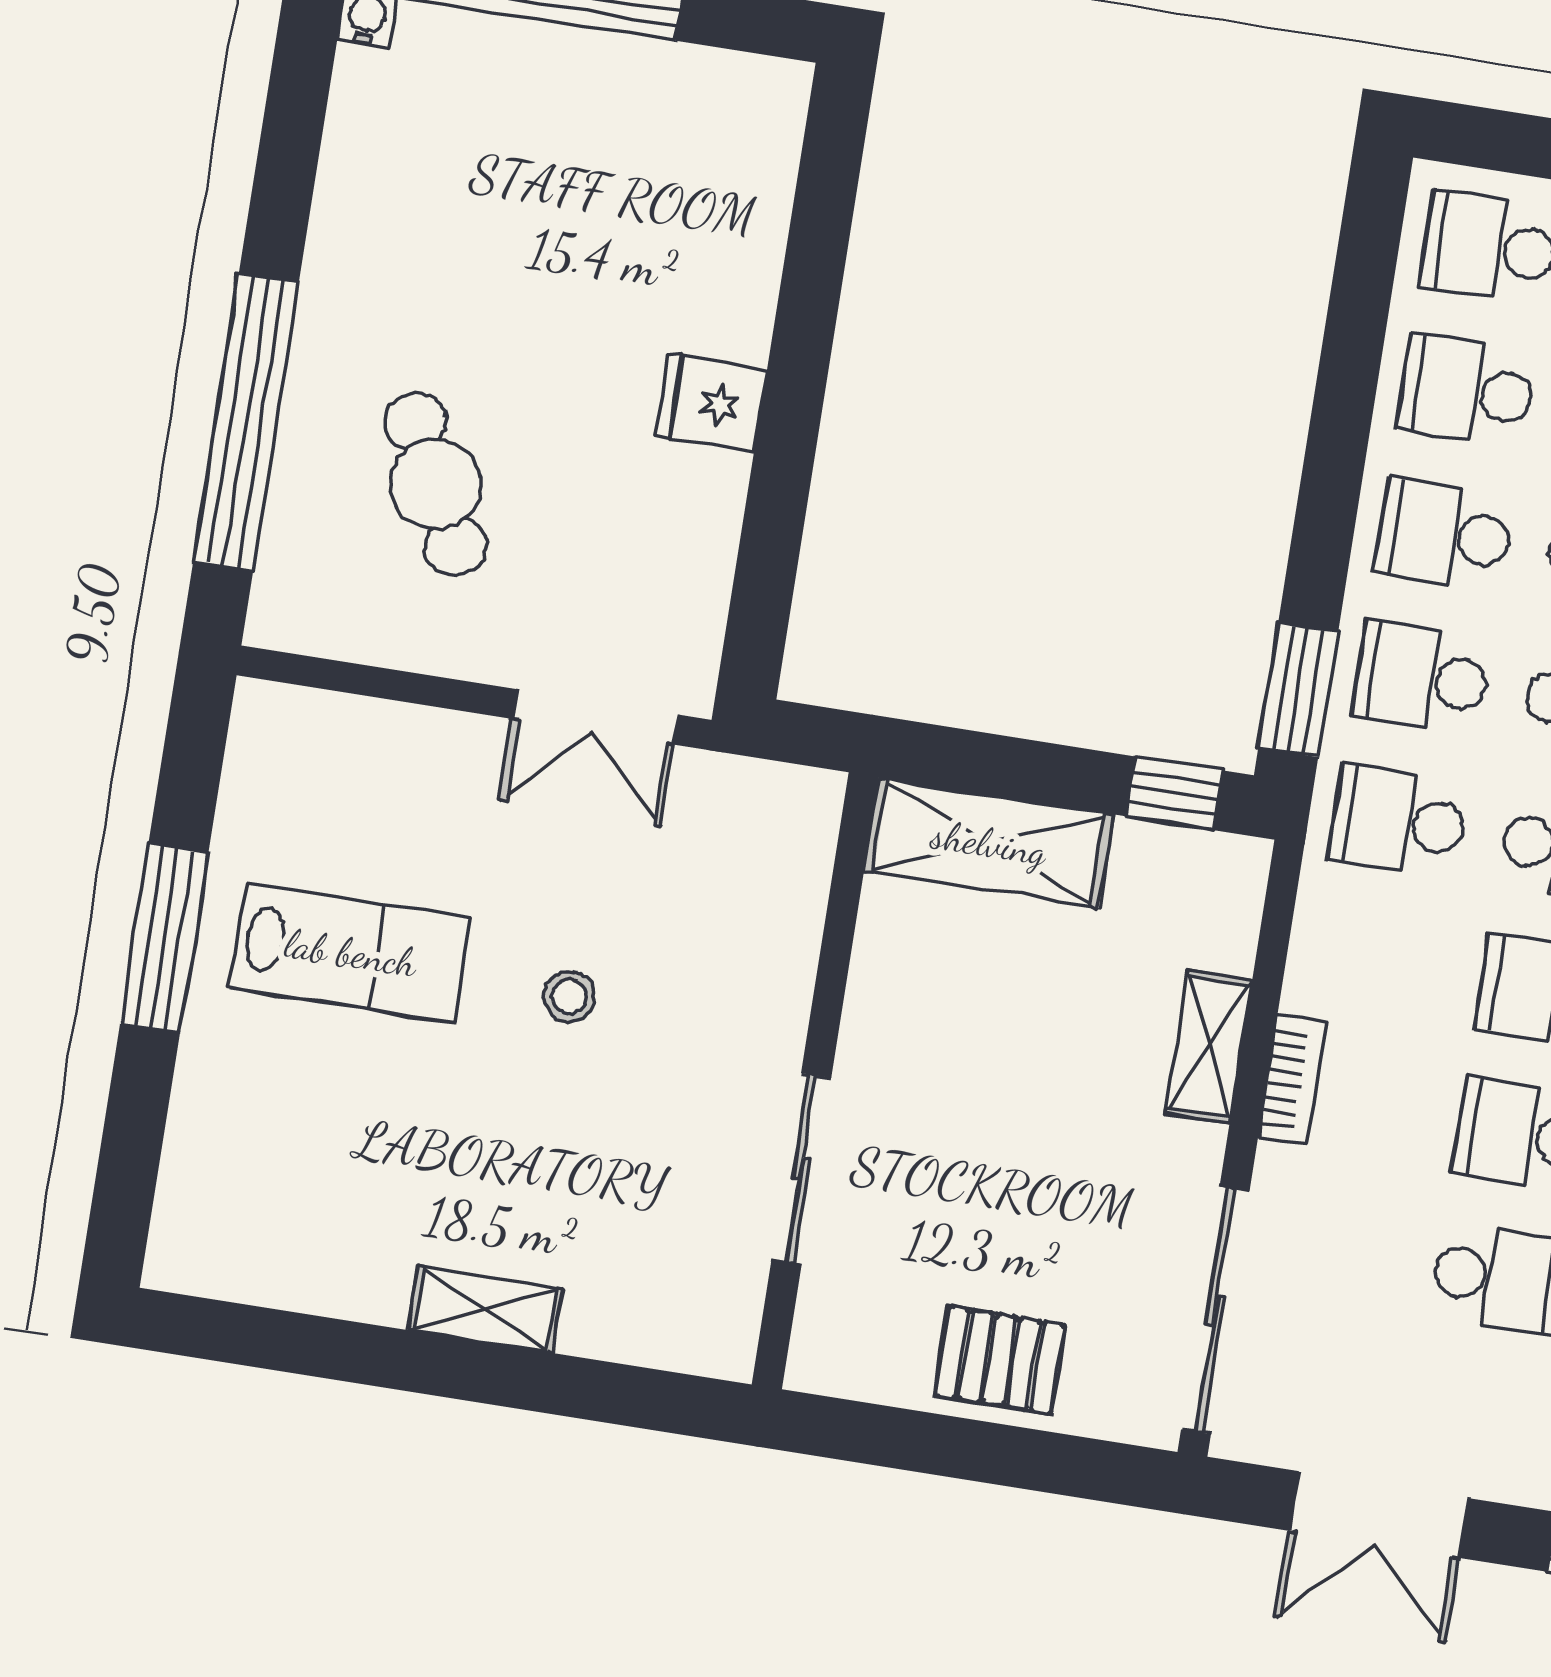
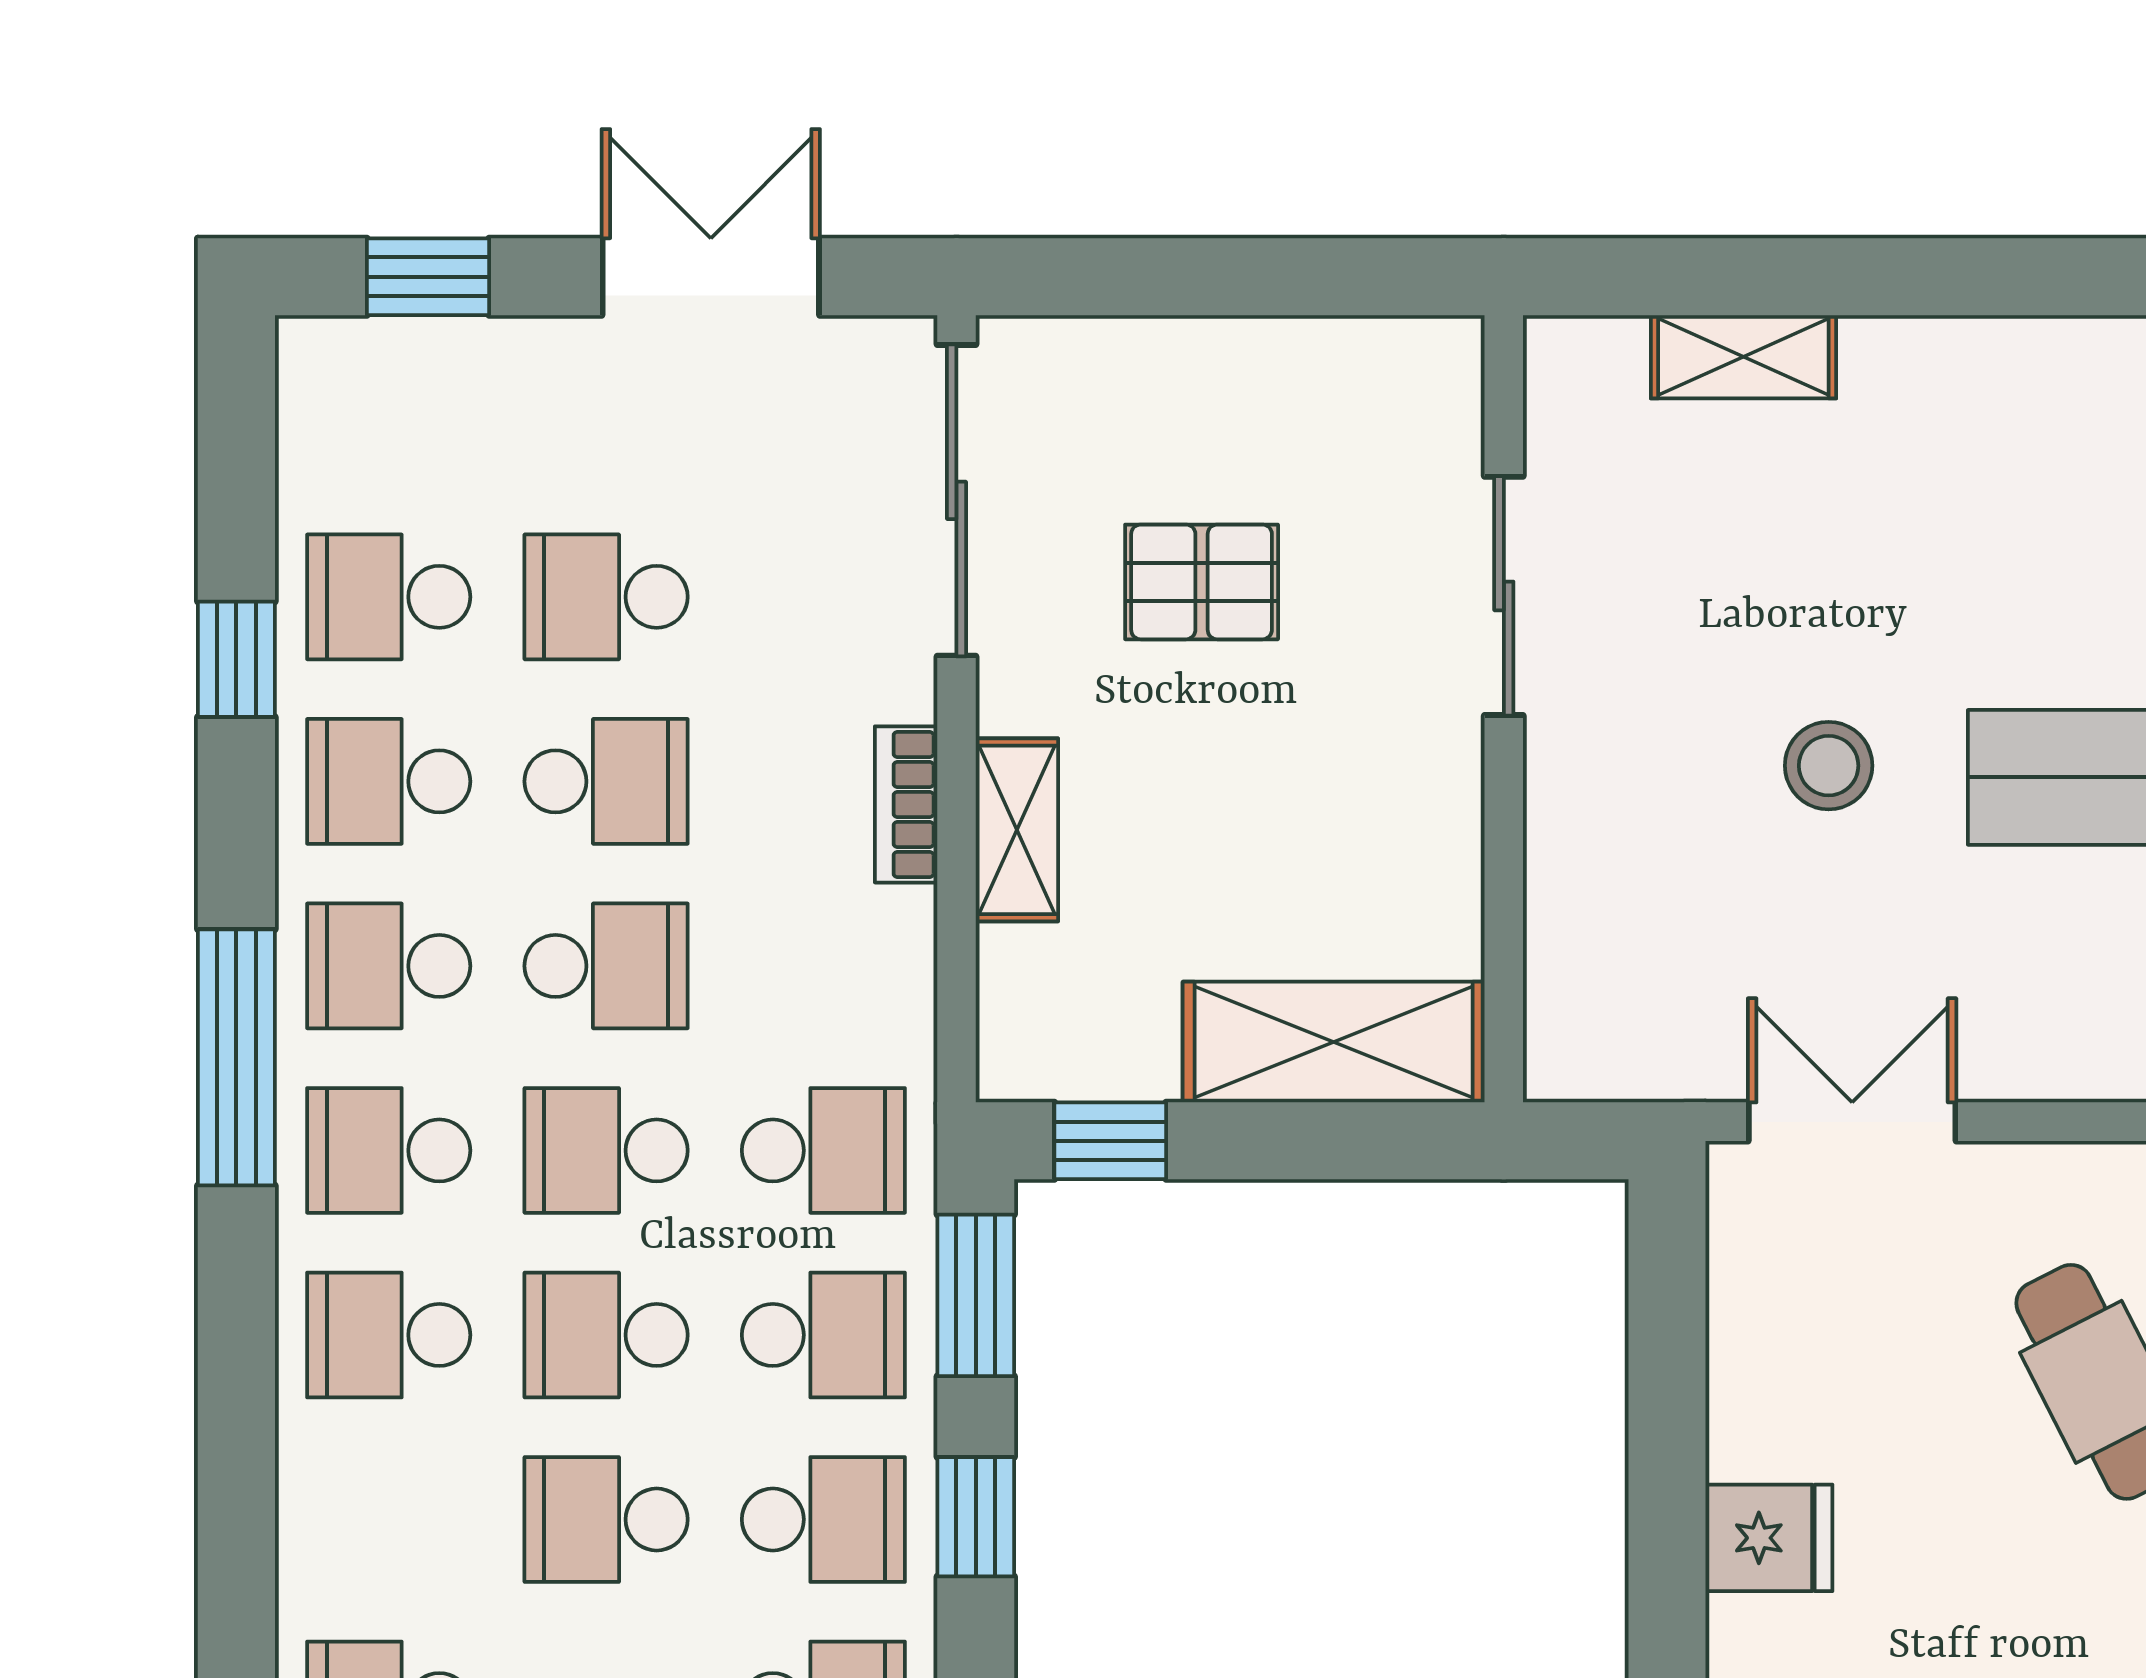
window: (1325, 517) -> (976, 1517), added
stool: (570, 997) -> (1829, 766), width x1.37, depth x1.37
shelving: (485, 1309) -> (1743, 357), moved
pallet: (1000, 1360) -> (1202, 582), moved

